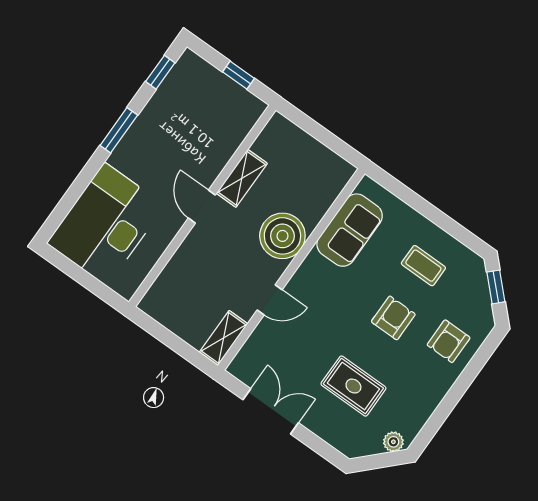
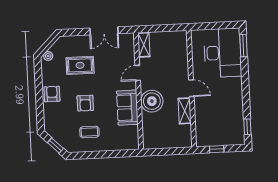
window: (119, 130) -> (243, 46), moved
sofa: (350, 230) -> (127, 108), moved
armchair: (449, 341) -> (52, 94), moved

